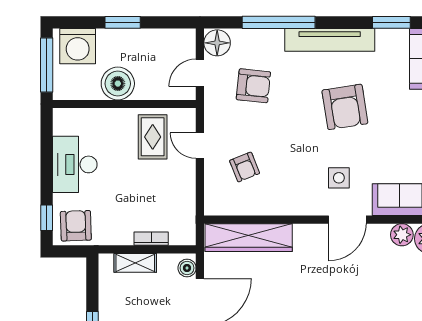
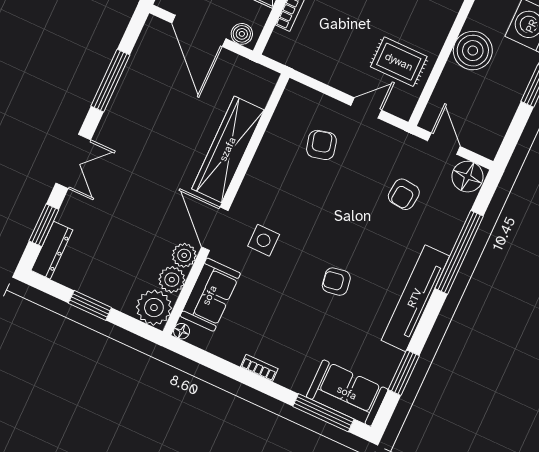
armchair: (253, 86) -> (404, 194), width x0.72, depth x0.72
armchair: (345, 107) -> (336, 282), width x0.53, depth x0.53
armchair: (245, 167) -> (321, 145), turned 98
plant: (379, 234) -> (184, 255), added
wardrobe: (249, 238) -> (228, 149), moved

